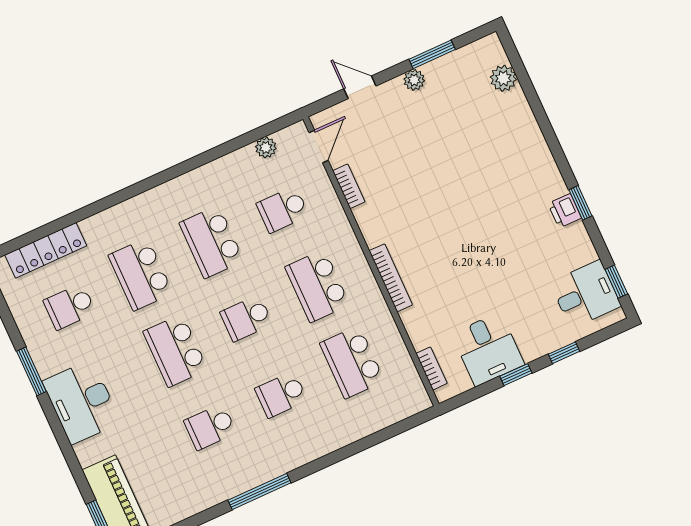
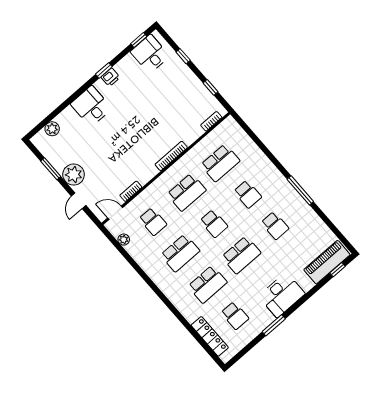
plant: (414, 80) -> (74, 175), width x1.88, depth x1.88
desk: (488, 349) -> (91, 106), moved, turned -90
window: (516, 375) -> (210, 87), moved

